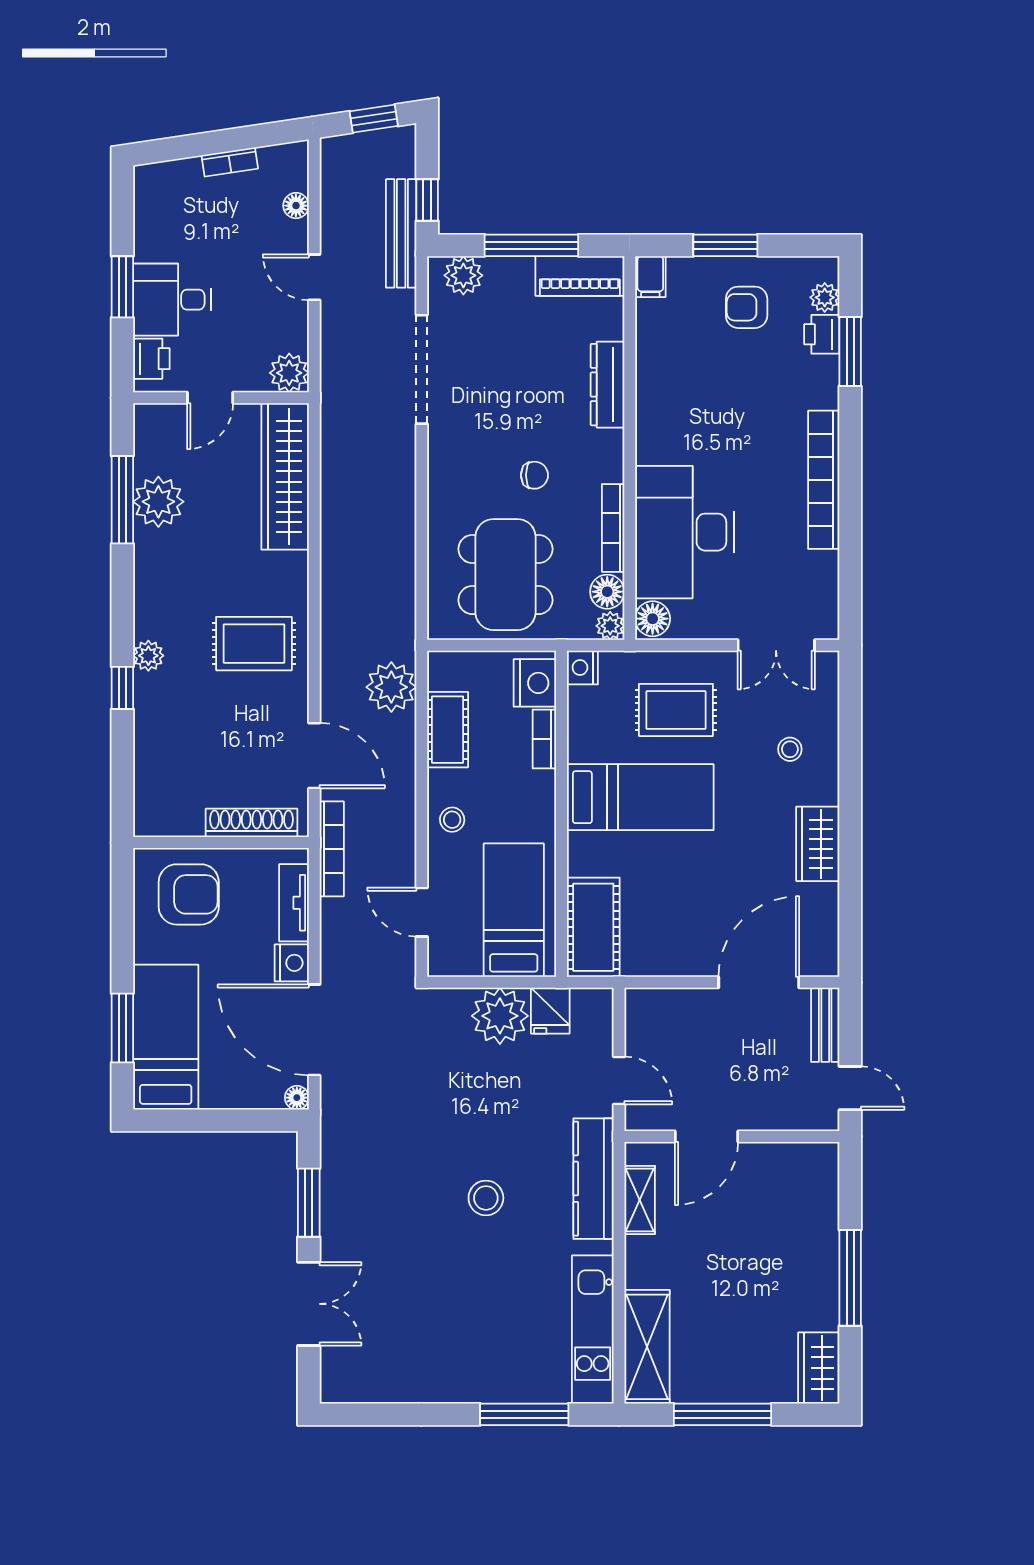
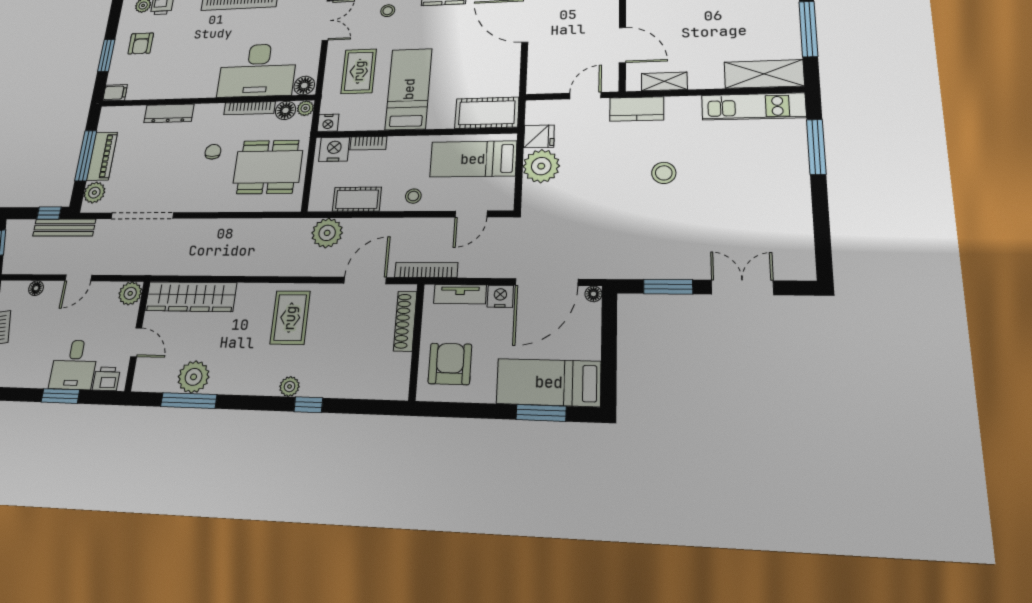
piano: (580, 276) -> (102, 156), moved
kitchen counter: (593, 1179) -> (637, 109), width x0.67

